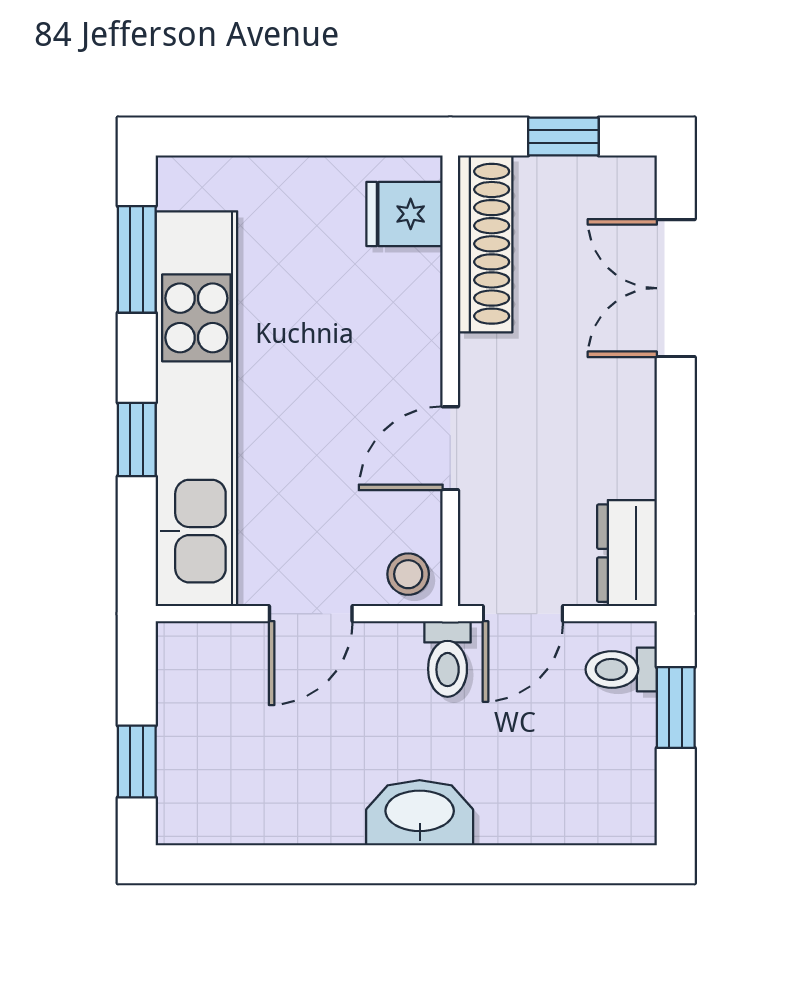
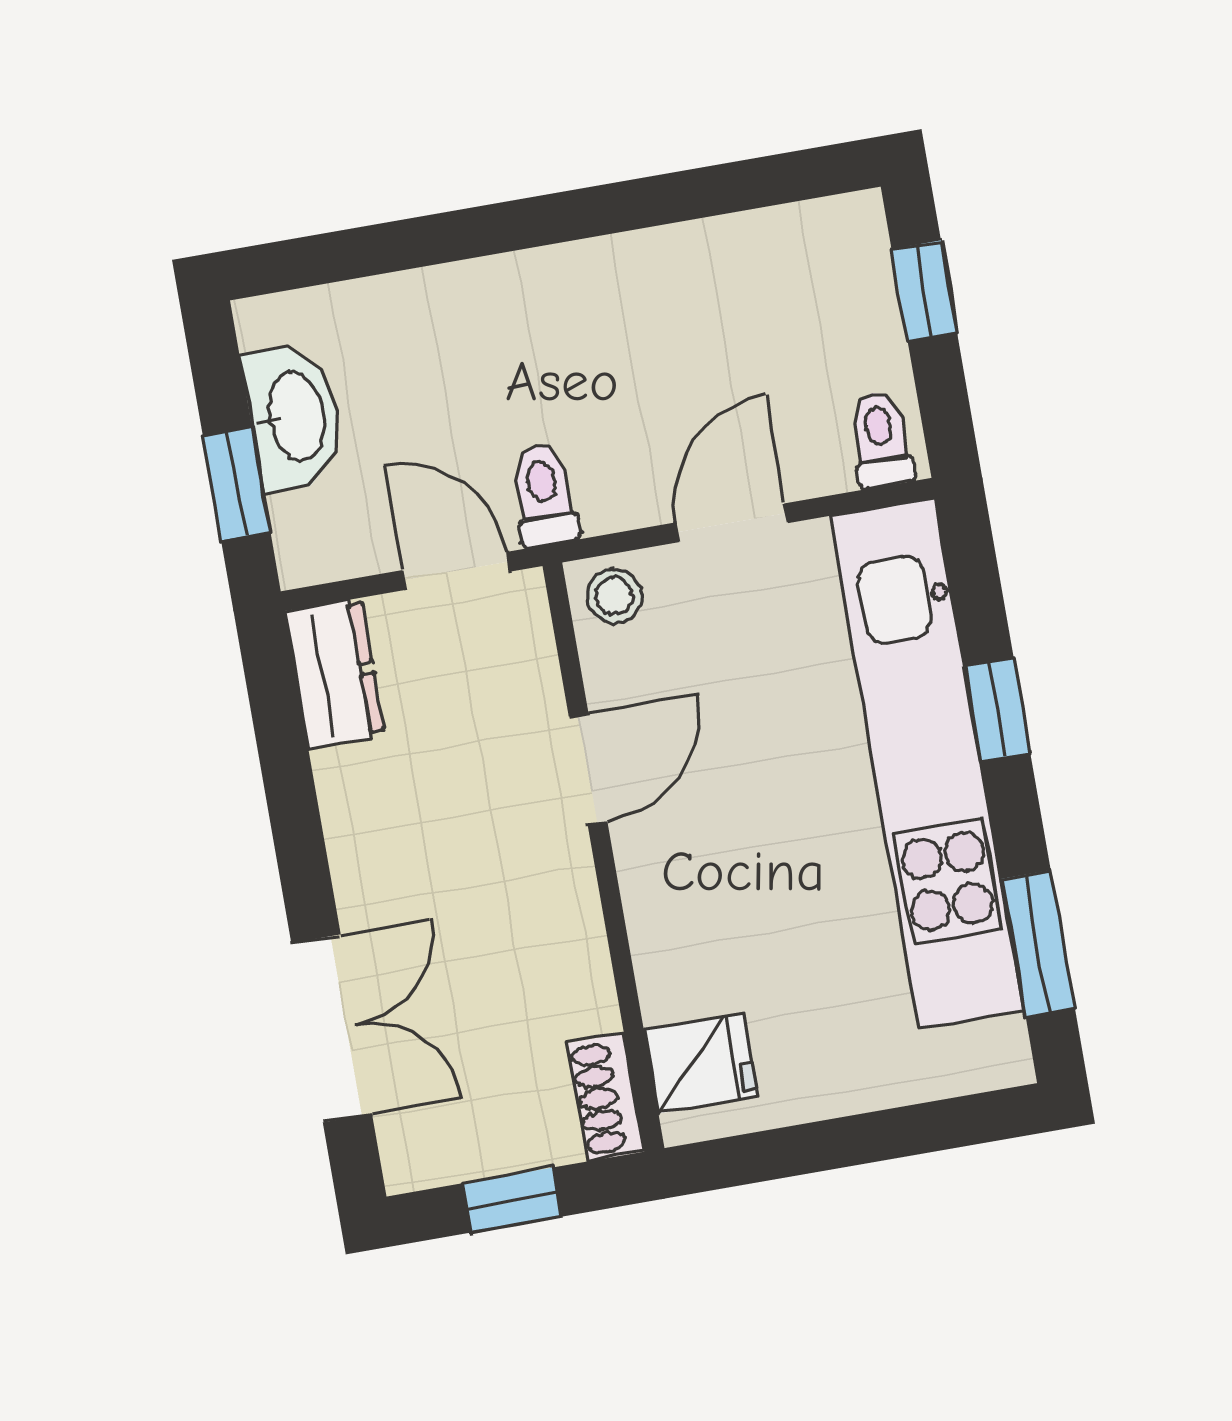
shoe rack: (485, 244) -> (606, 1097), width x0.51, depth x0.81
door: (523, 614) -> (456, 571), hinge flipped
toilet: (621, 669) -> (881, 439), moved, turned -90
washbasin: (420, 813) -> (294, 417), moved, turned -90

